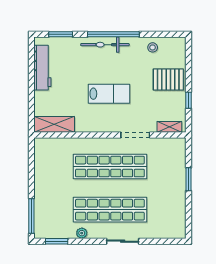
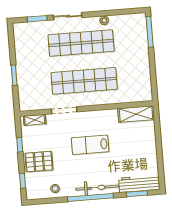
window: (189, 59) -> (23, 181), added
workbench: (42, 68) -> (139, 184), moved, turned 90
window: (57, 241) -> (37, 19), moved

